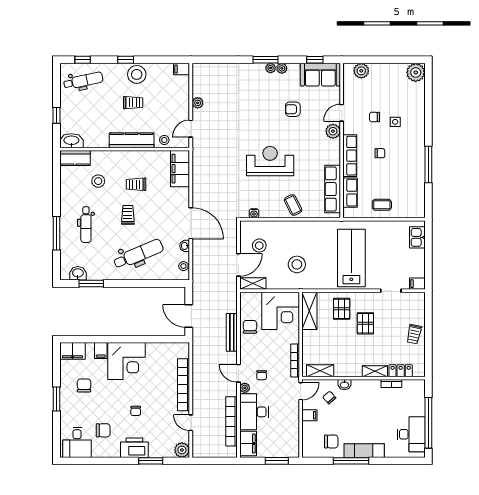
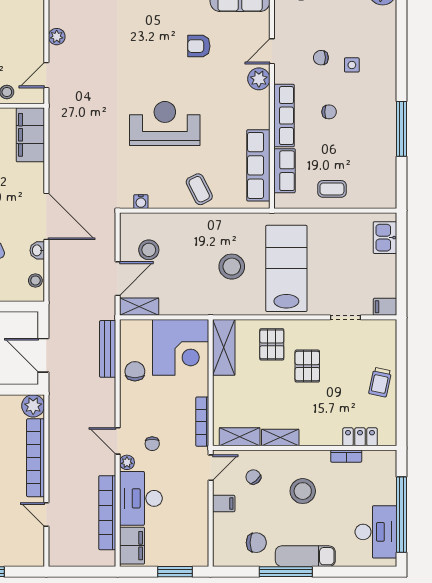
stool: (297, 264) -> (232, 267), moved
bench: (232, 332) -> (108, 349), moved
shelving: (375, 371) -> (280, 438), moved
washbasin: (344, 385) -> (276, 458), removed
stool: (362, 407) -> (303, 491), added
plant: (182, 450) -> (33, 406), moved

